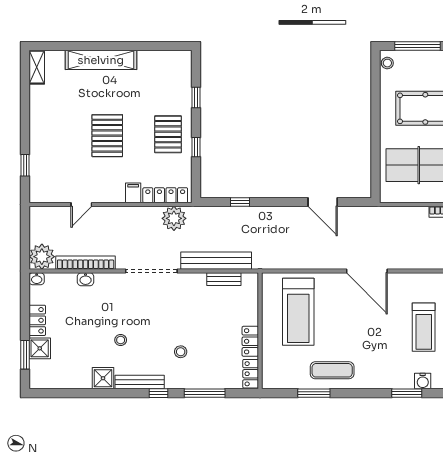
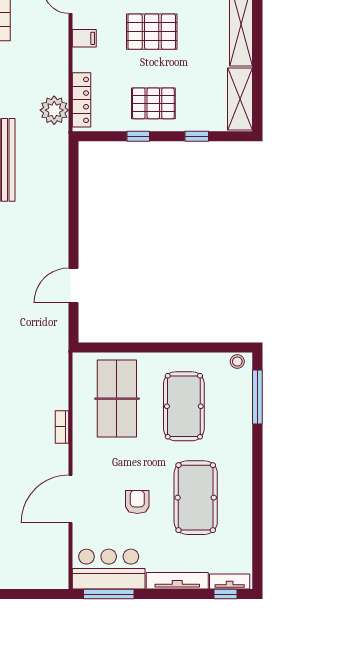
shelving: (164, 61) -> (240, 99), added
filing cabinet: (133, 193) -> (84, 38), moved
window: (240, 202) -> (73, 188), removed

